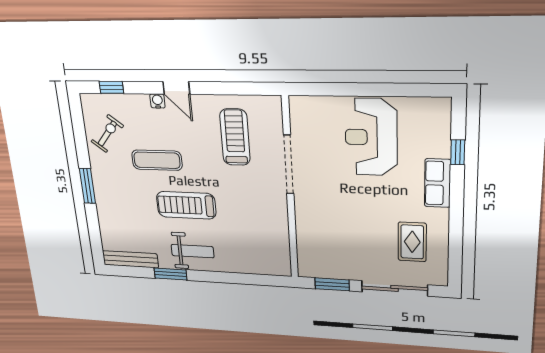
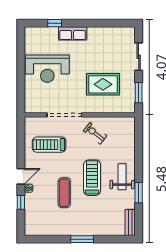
window: (111, 87) -> (21, 202), moved
exercise bike: (107, 134) -> (95, 133), moved
treadmill: (186, 205) -> (92, 178), turned 180
rug: (412, 242) -> (103, 84), moved, width x1.36, depth x1.43
bench: (130, 259) -> (130, 222), width x0.73
sliding door: (395, 288) -> (139, 57), width x0.73

